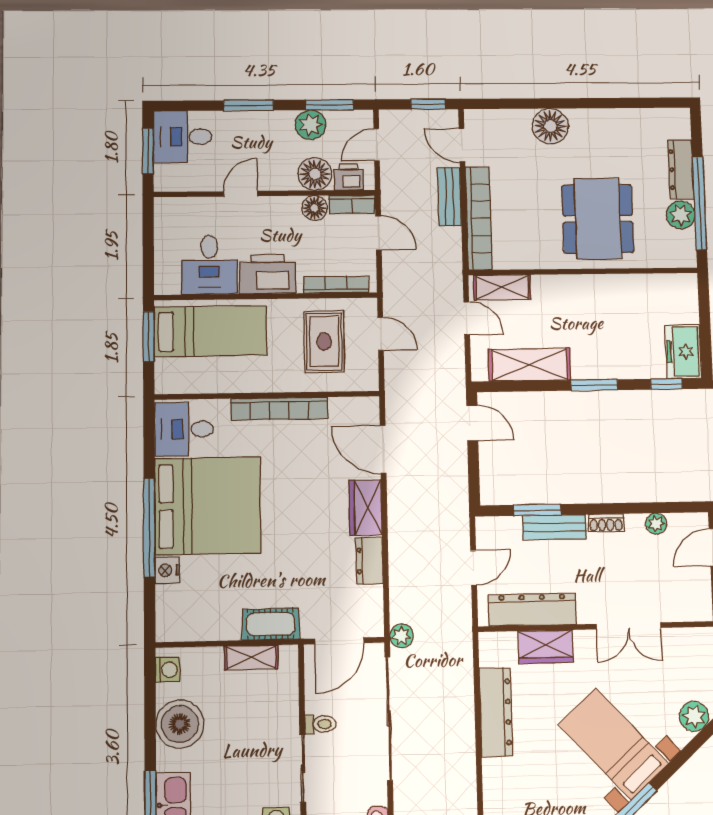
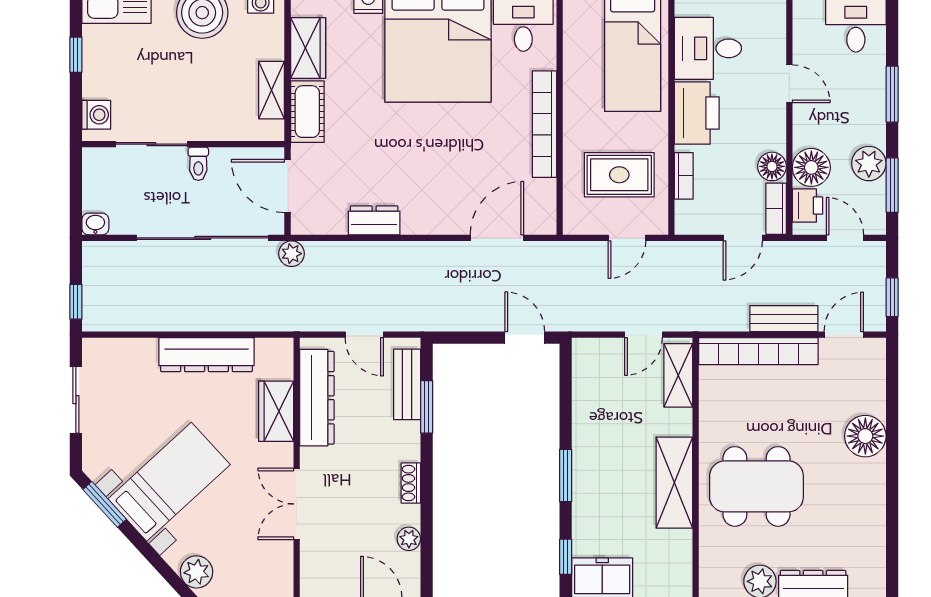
bookcase: (336, 285) -> (684, 176), width x0.64
shelving: (529, 365) -> (674, 483), moved
door: (472, 423) -> (525, 338), swing flipped
wardrobe: (366, 508) -> (308, 48), moved, turned 90
bench: (554, 527) -> (407, 384), moved

